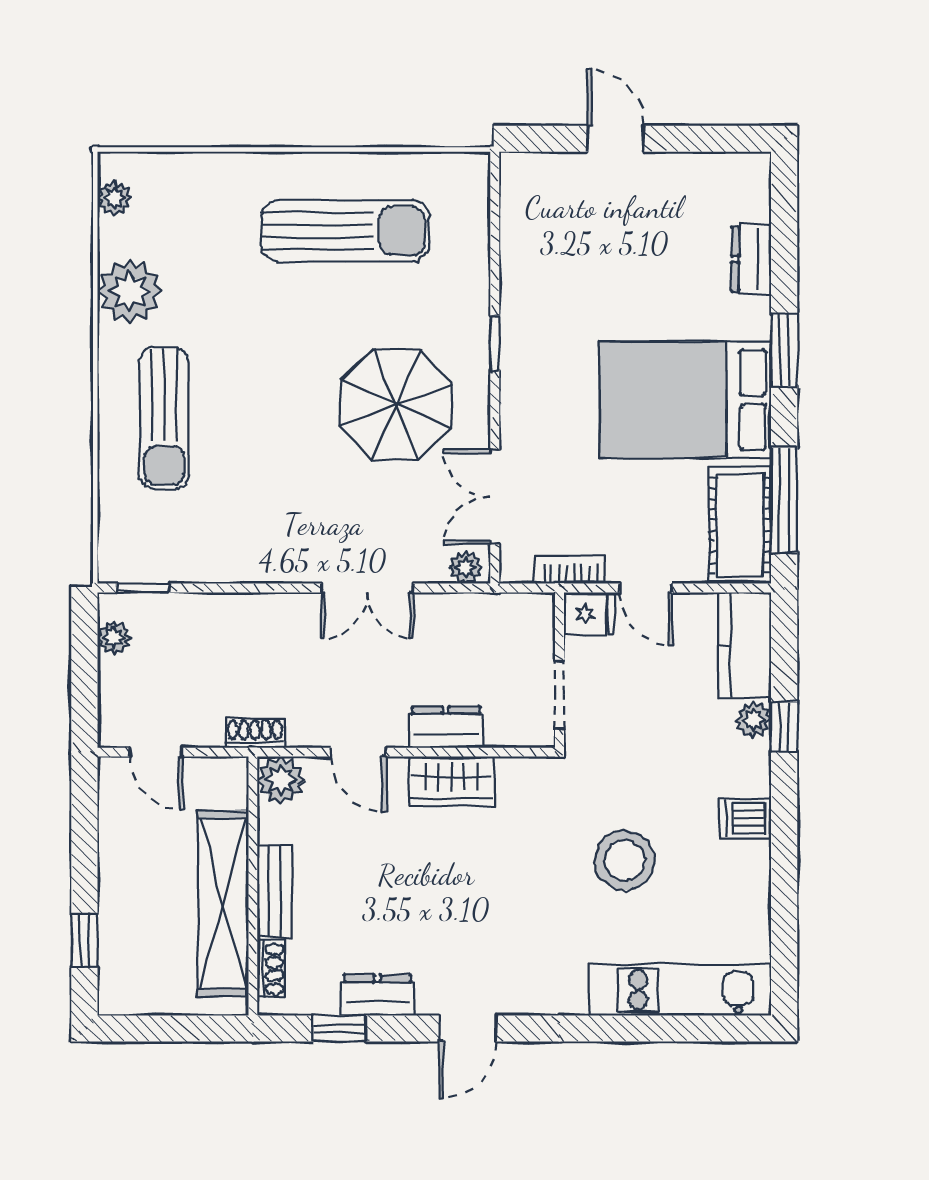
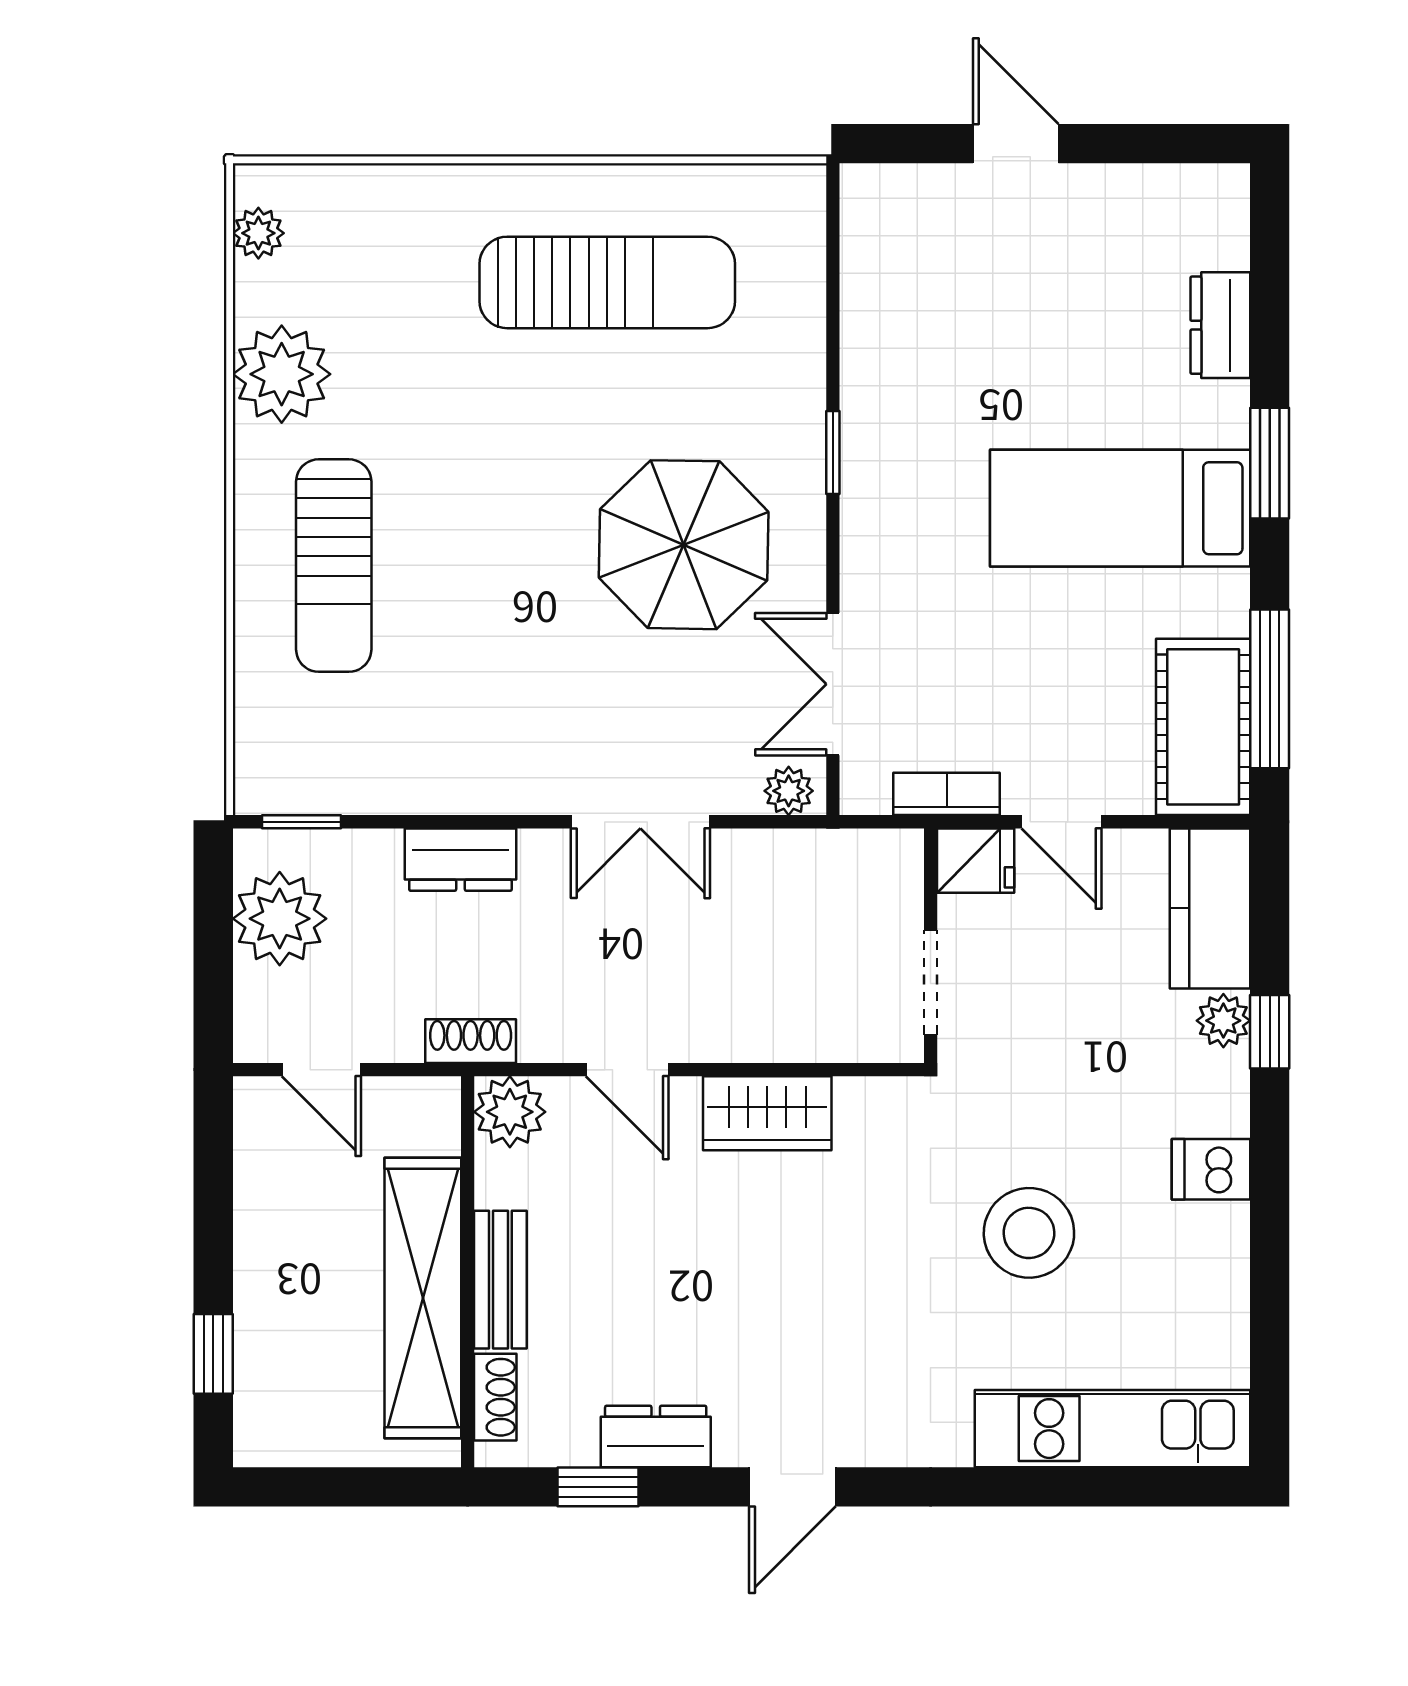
bed: (685, 400) -> (1120, 508), width x0.67
plant: (114, 638) -> (280, 919), width x1.87, depth x1.87
dresser: (446, 727) -> (460, 860), moved, turned 180

